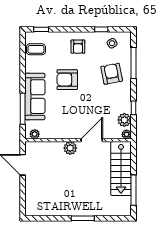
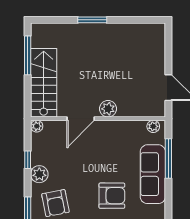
plant: (124, 120) -> (39, 174), moved

